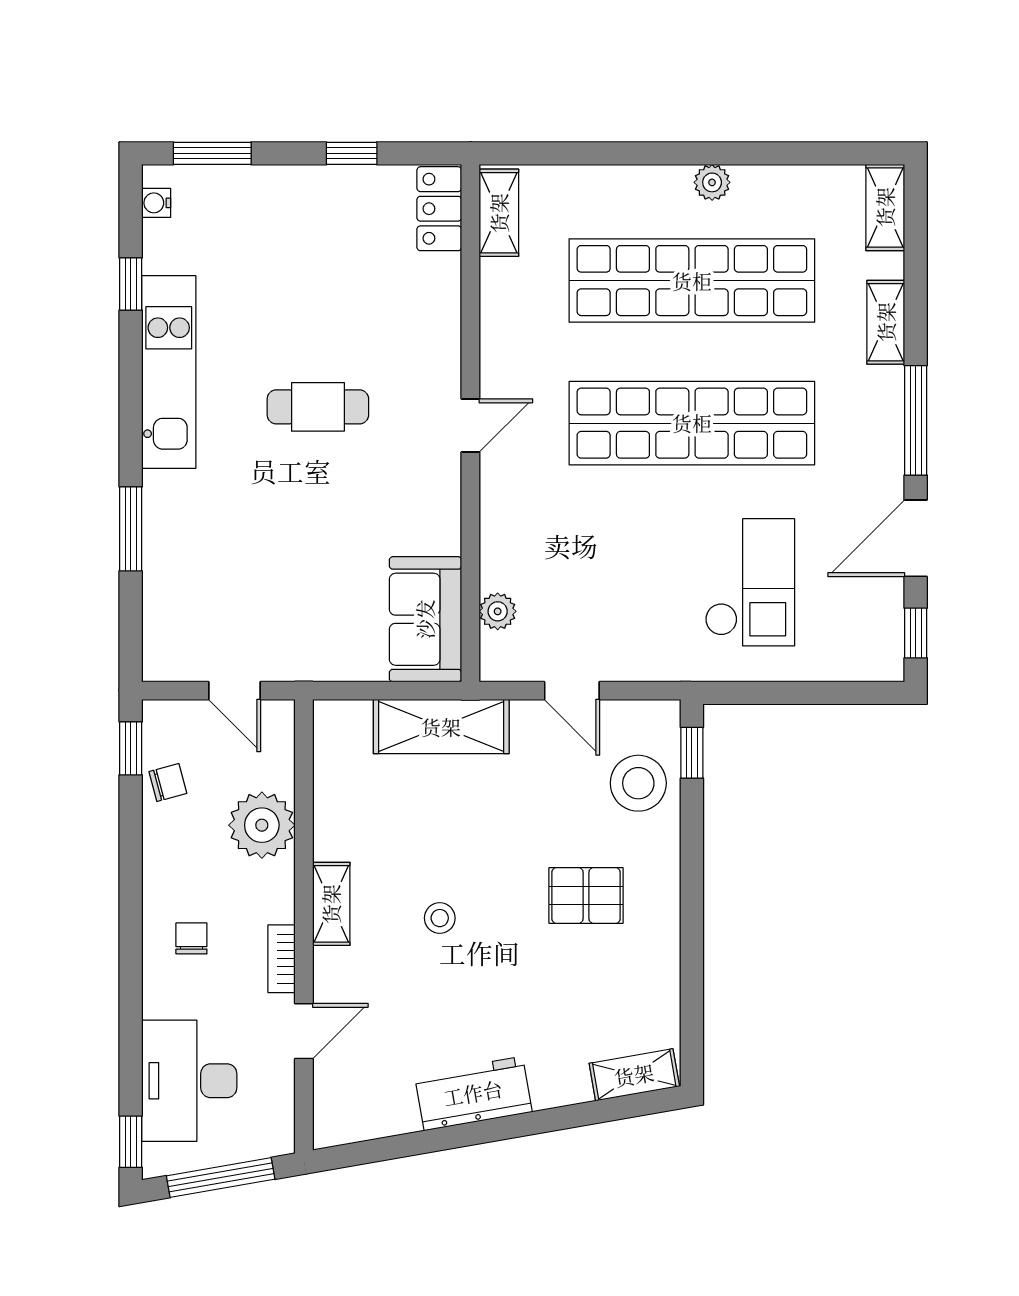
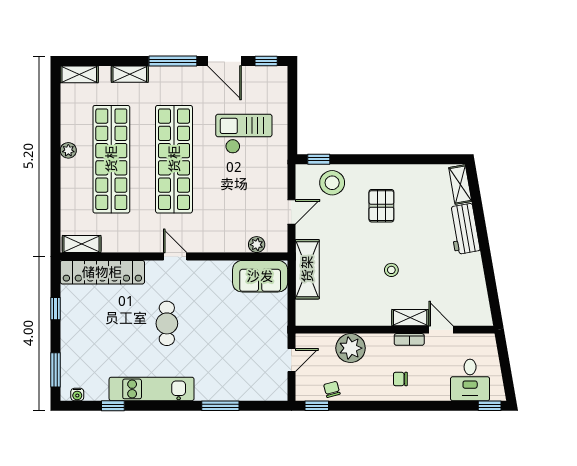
locker: (439, 209) -> (102, 272), width x2.16, depth x1.21
shelving: (331, 904) -> (410, 318), moved
desk: (189, 1081) -> (470, 380), width x0.73
workbench: (473, 1093) -> (464, 229), moved
window: (221, 1177) -> (505, 366), removed

